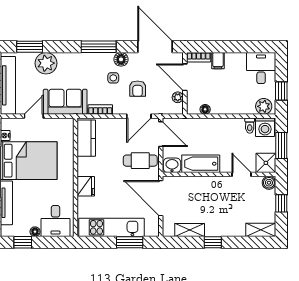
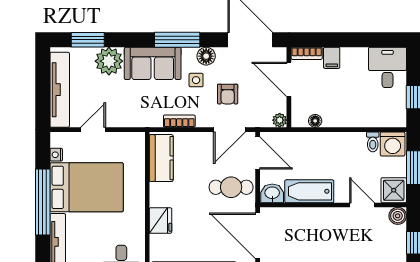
plant: (178, 97) -> (280, 120), moved
sofa: (65, 102) -> (153, 63), moved, turned 180
plant: (264, 106) -> (391, 117), removed

